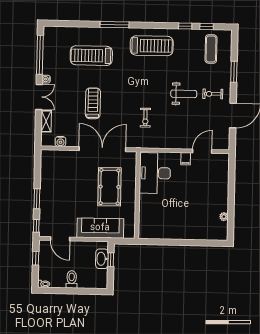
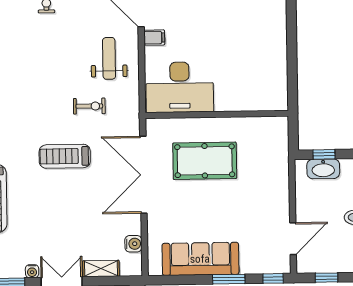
weight bench: (184, 94) -> (109, 58), moved
treadmill: (93, 103) -> (65, 156), moved
sofa: (100, 228) -> (200, 259), moved, turned 90

